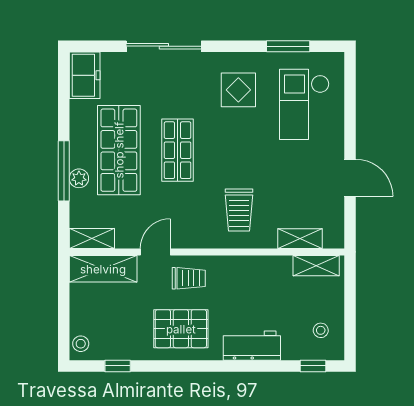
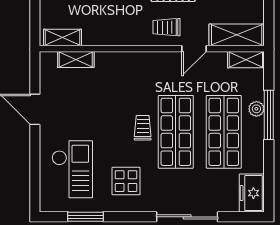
shop shelf: (178, 150) -> (176, 132), width x1.43, depth x1.36
trolley: (239, 210) -> (143, 128), moved, width x0.73, depth x0.72

